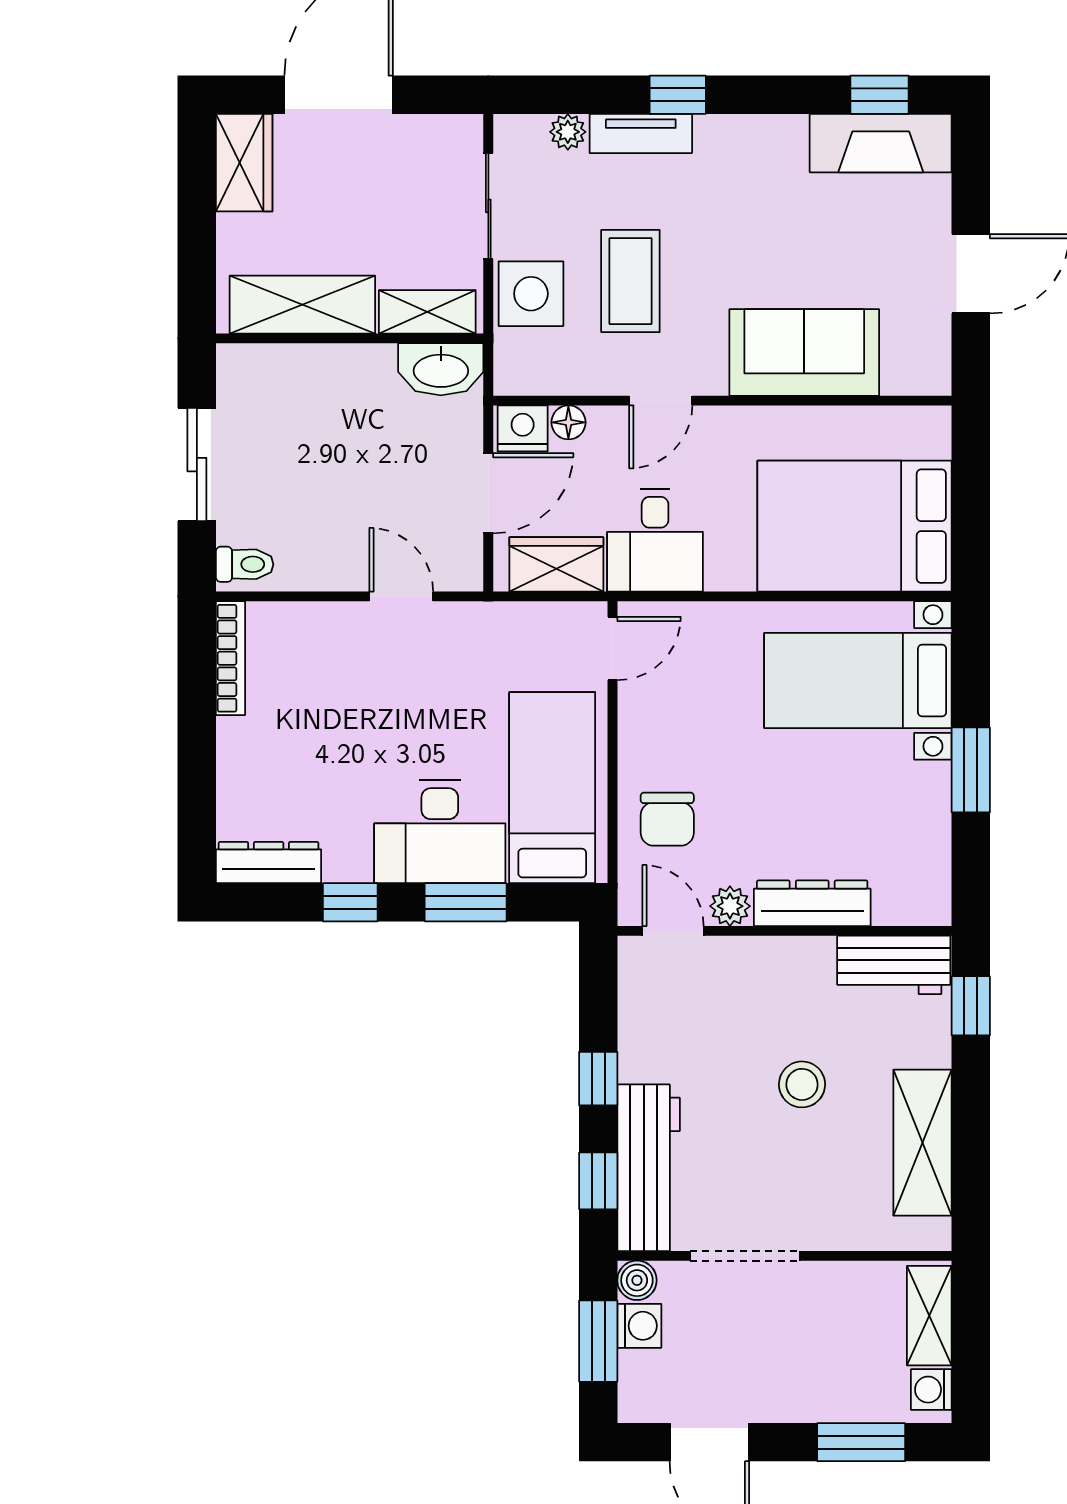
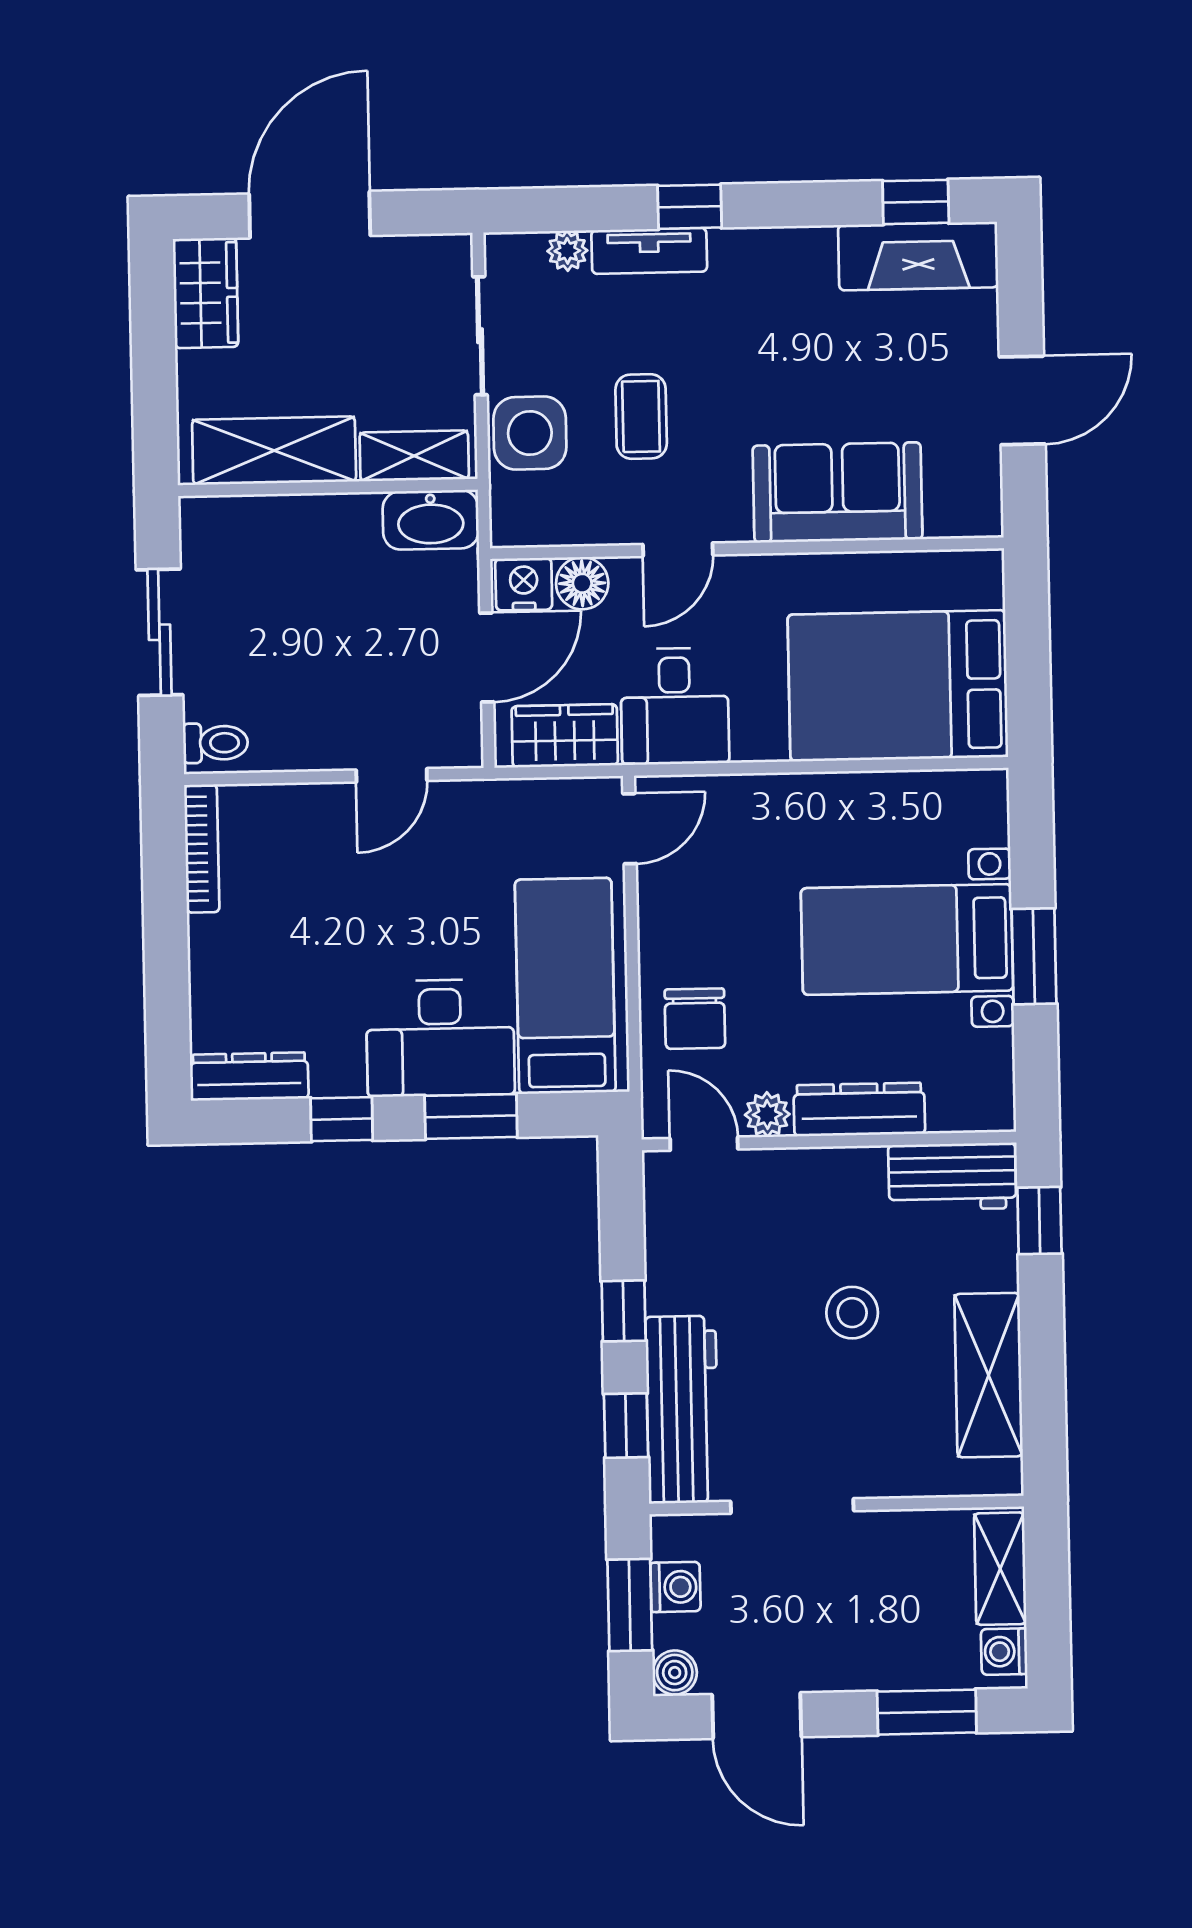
coffee table: (630, 281) -> (641, 416), width x0.73, depth x0.77
floor lamp: (568, 422) -> (582, 583), width x1.37, depth x1.37
door: (401, 596) -> (392, 775), swing flipped
bed with nightstands: (858, 680) -> (907, 939), moved
boiler: (637, 1280) -> (675, 1673), moved

